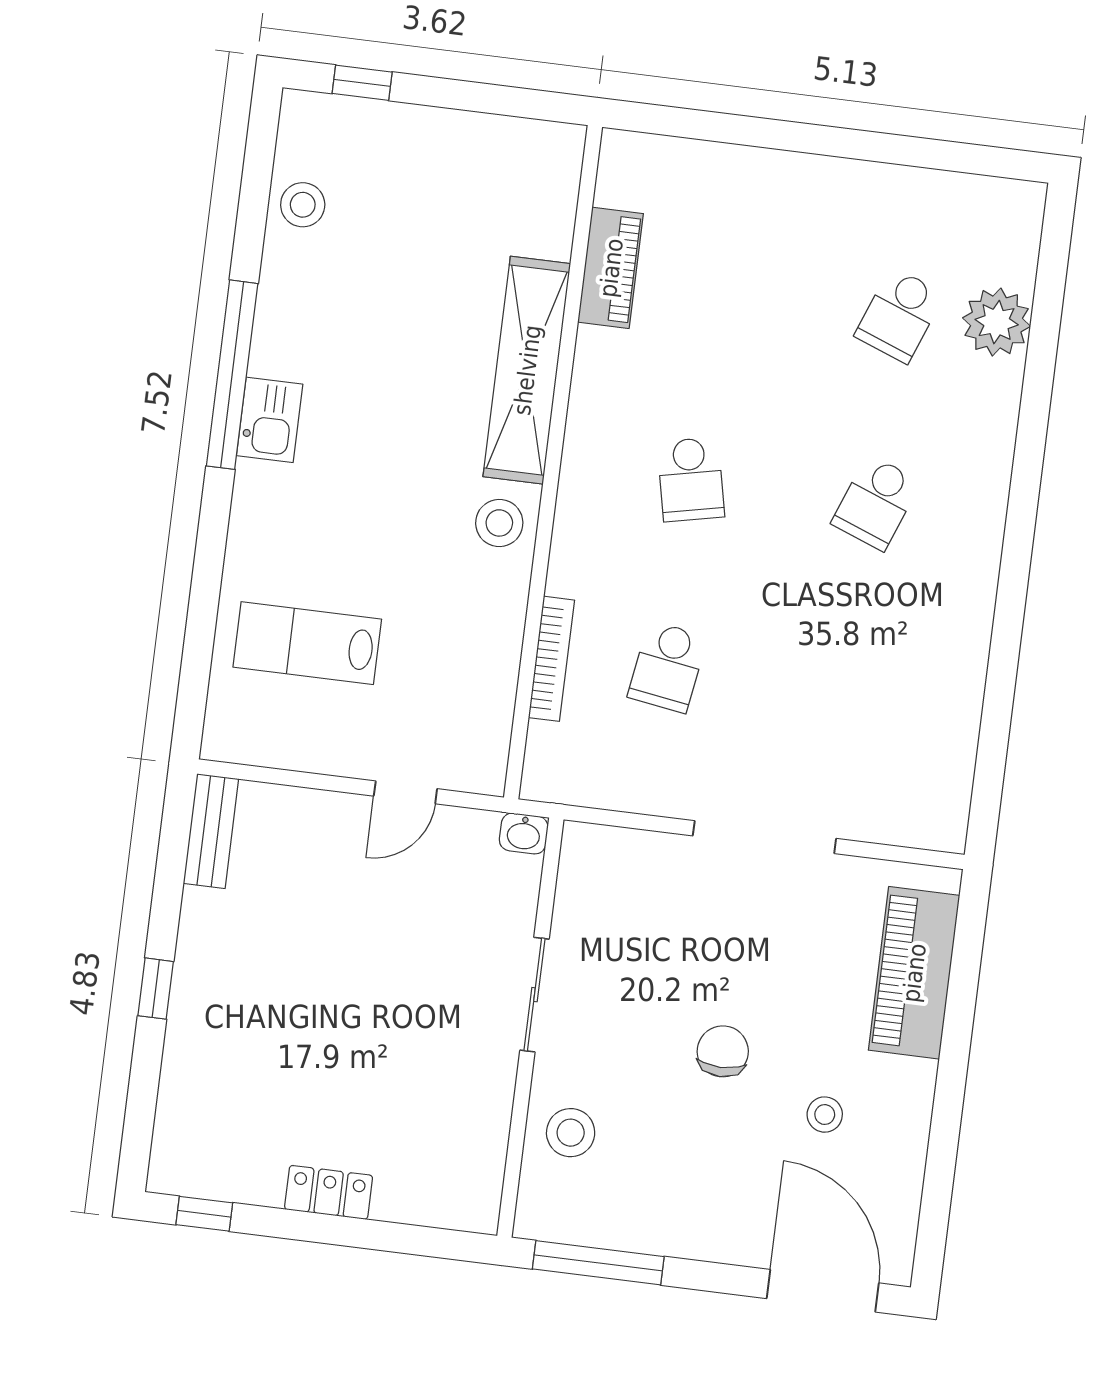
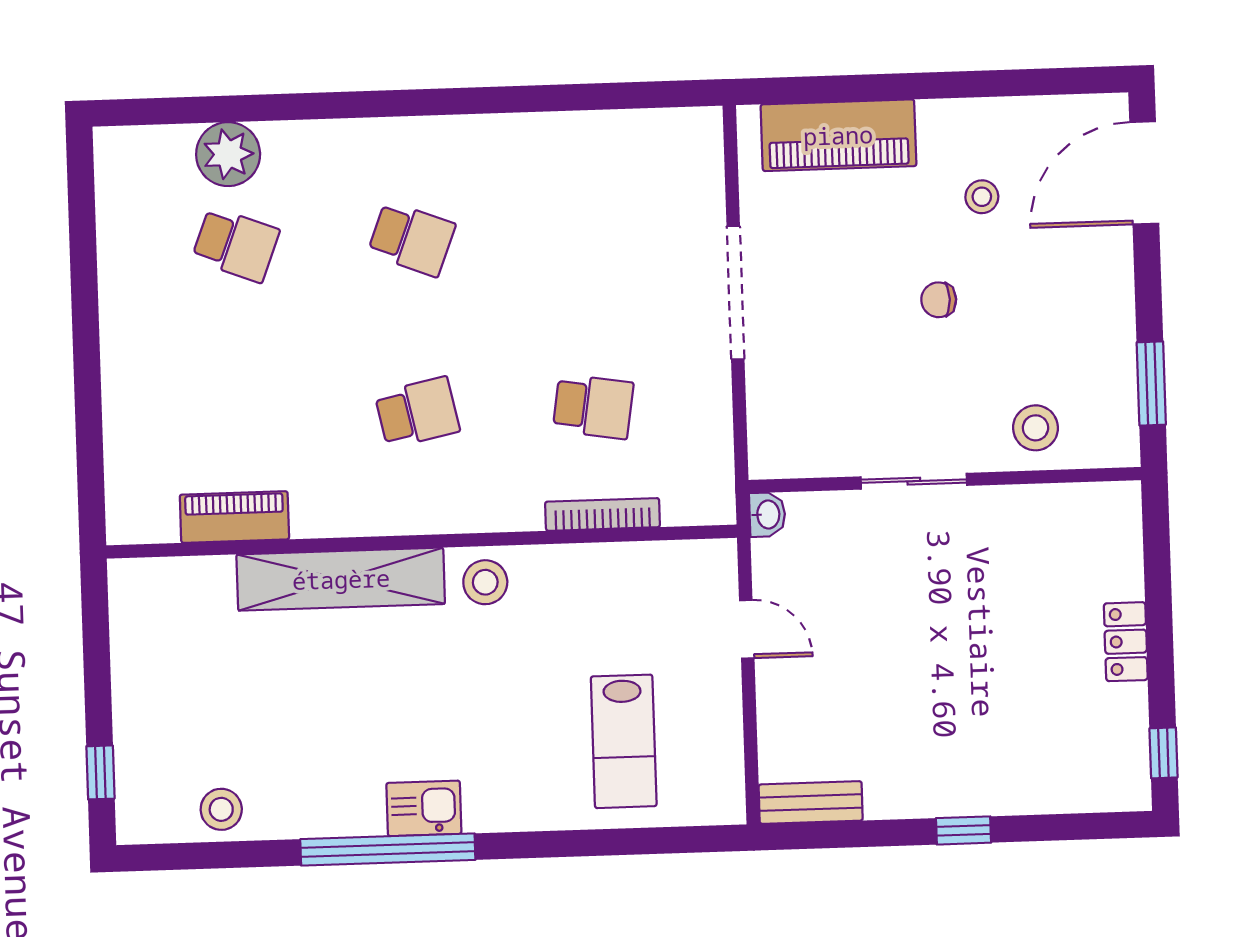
chair: (723, 1051) -> (939, 300), width x0.73, depth x0.73
window: (598, 1263) -> (1151, 384), width x0.69

